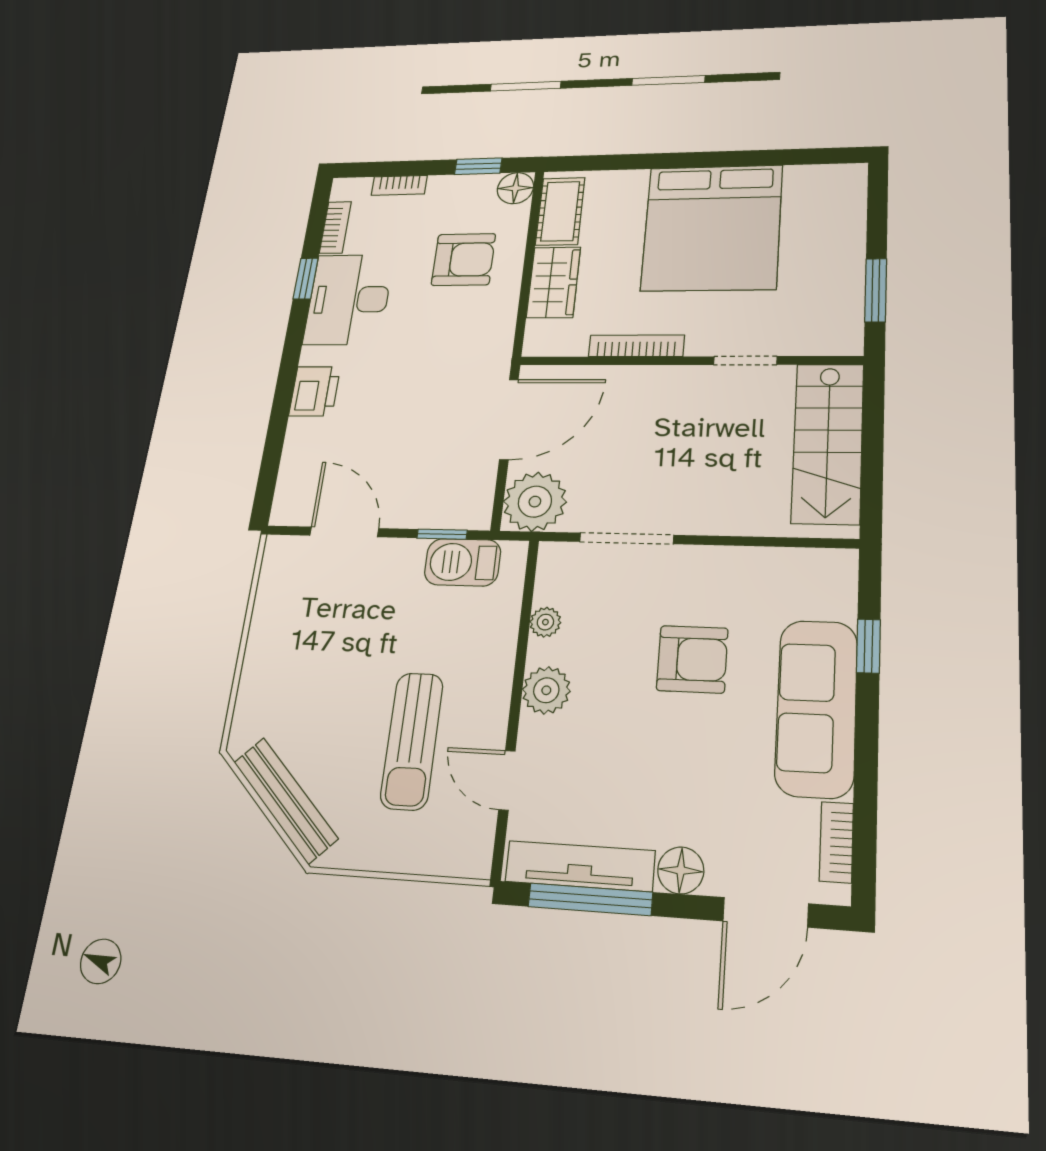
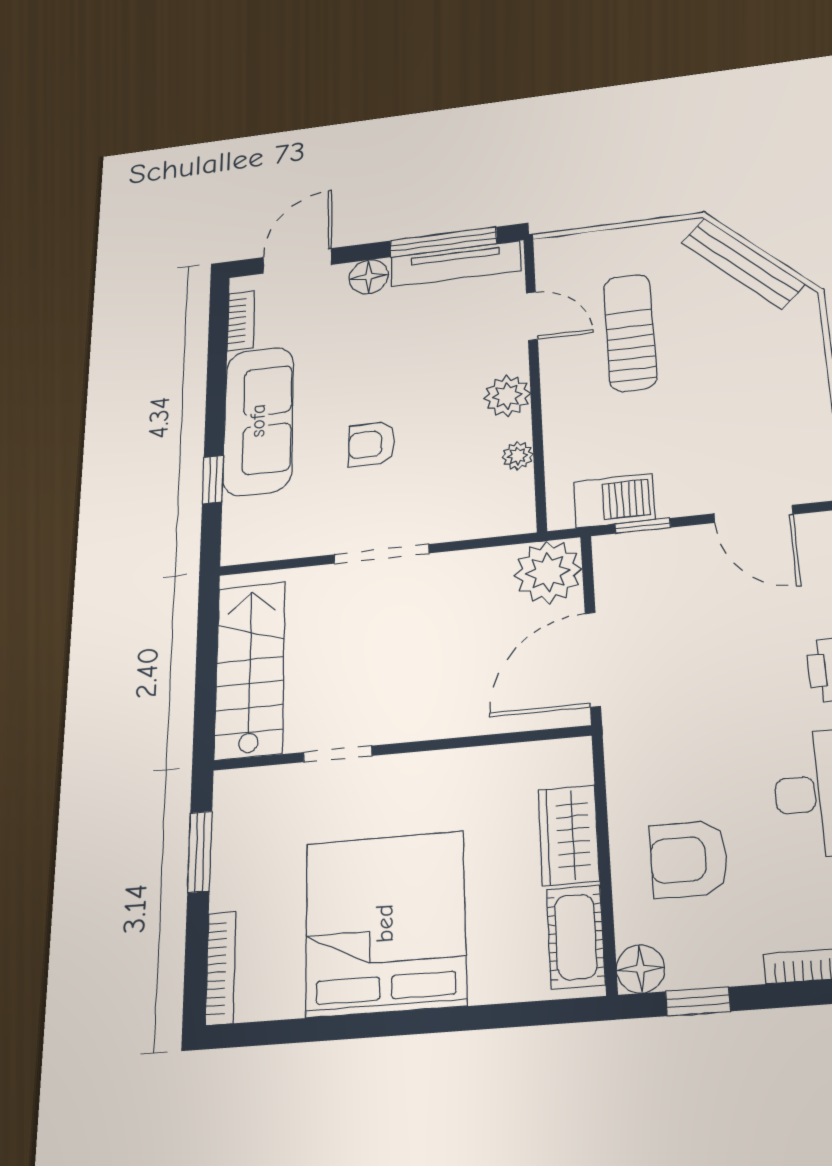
bookcase: (636, 346) -> (221, 968), moved, turned -90
doorway: (627, 538) -> (381, 554), moved
armchair: (692, 659) -> (372, 444), width x0.72, depth x0.72

